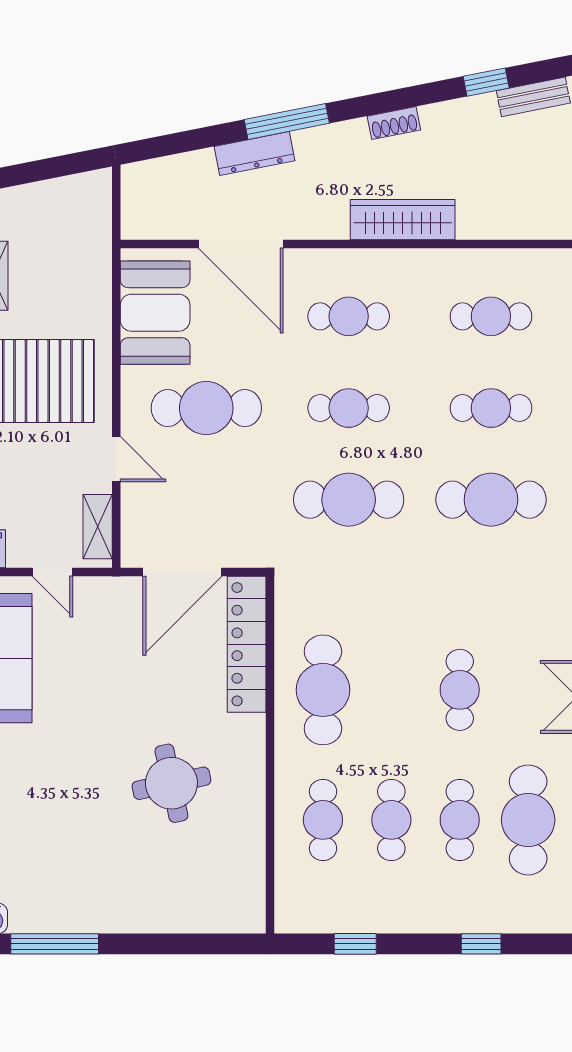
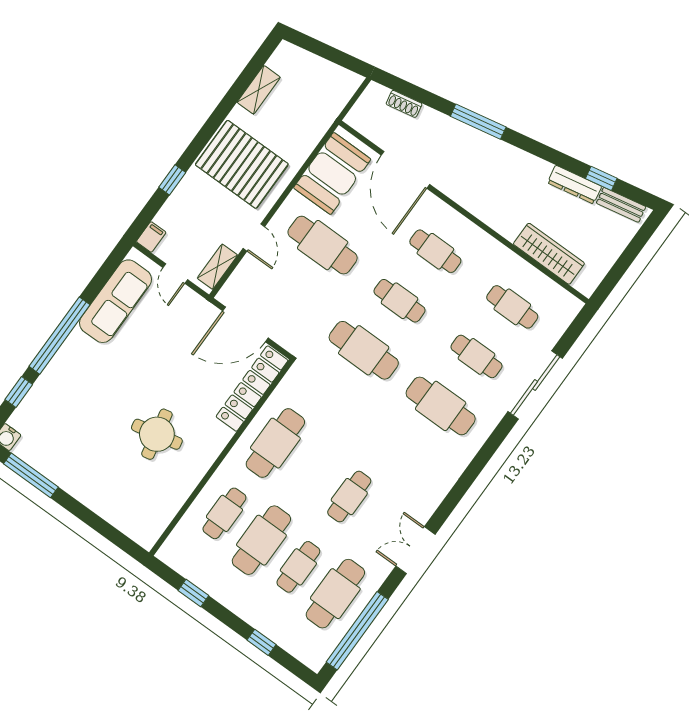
shoe rack: (394, 123) -> (404, 104), moved
dresser: (254, 154) -> (575, 185), moved
wardrobe: (403, 220) -> (549, 254), moved
cafe table: (391, 820) -> (261, 540), width x1.37, depth x1.35

